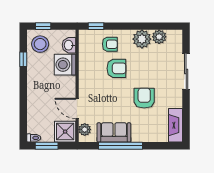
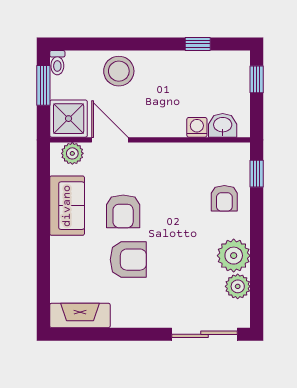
stool: (40, 44) -> (119, 71), moved
washing machine: (65, 65) -> (197, 127), width x0.53, depth x0.53
armchair: (116, 68) -> (123, 211), moved
sliding door: (186, 72) -> (205, 334), moved
door: (77, 108) -> (110, 140), hinge flipped
window: (120, 146) -> (43, 217), removed

